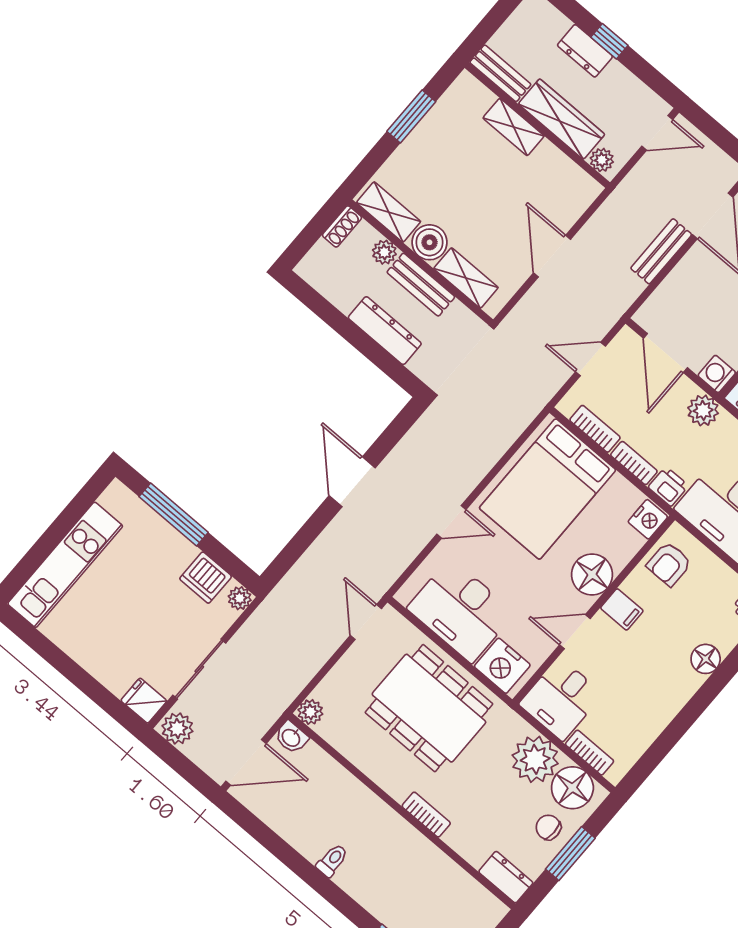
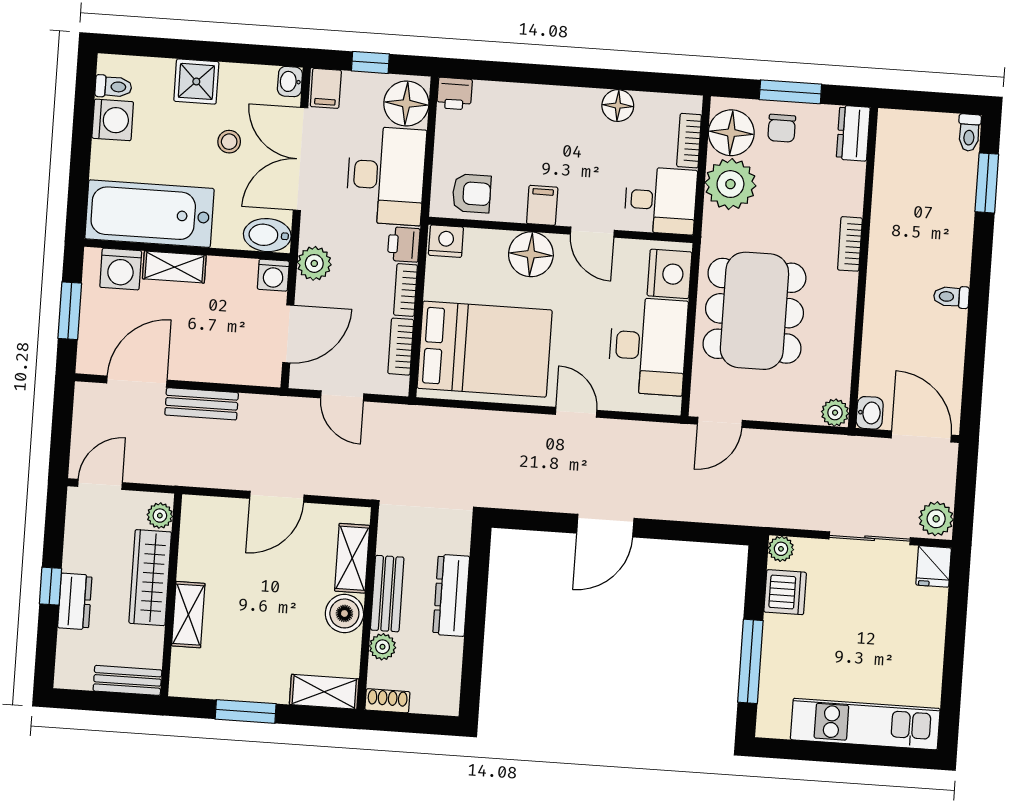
bench: (500, 73) -> (127, 680), moved, turned 90
door: (657, 133) -> (100, 484), hinge flipped
shelving: (389, 212) -> (324, 692), moved, turned 90
floor lamp: (706, 659) -> (618, 106), moved

